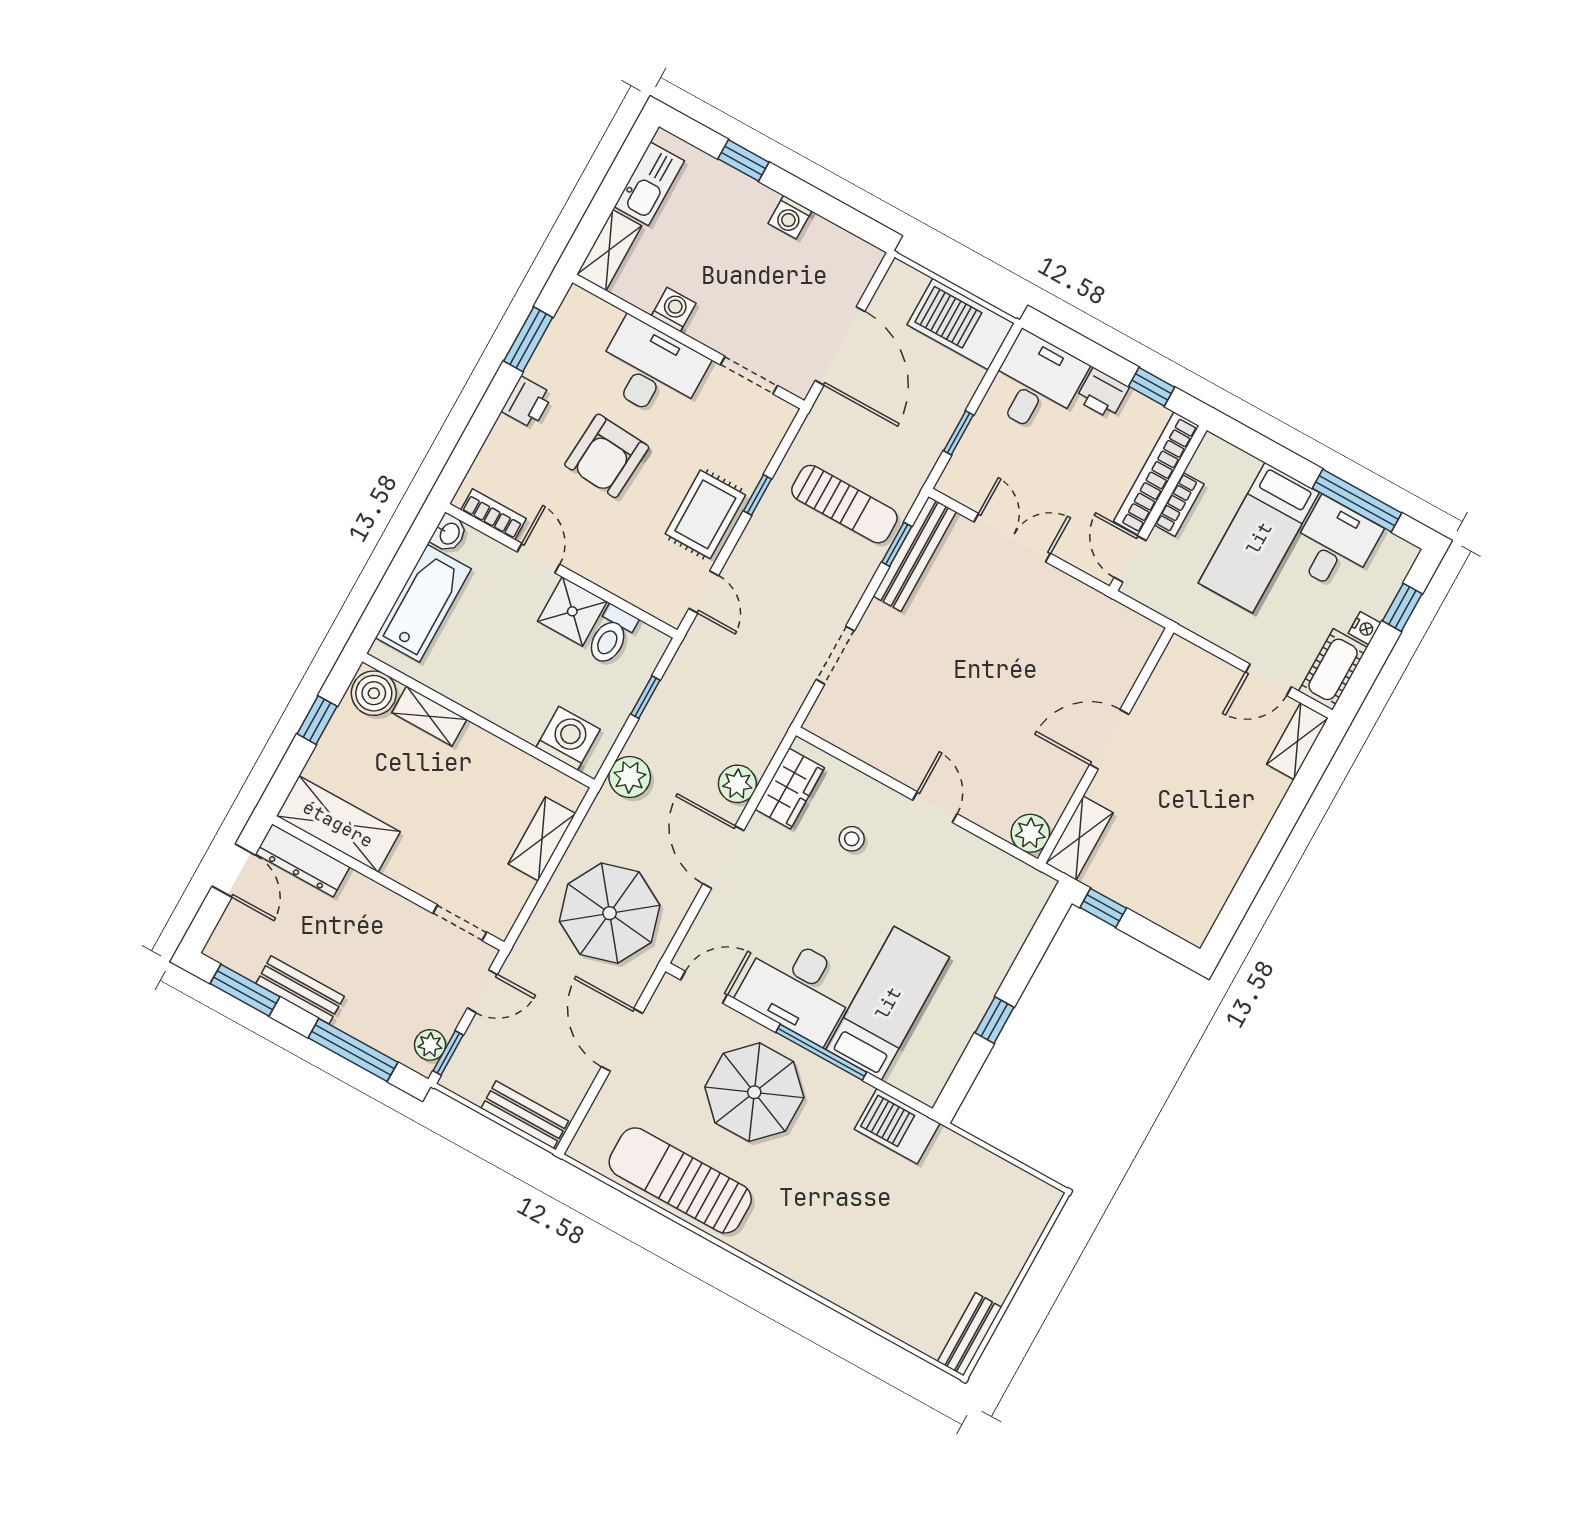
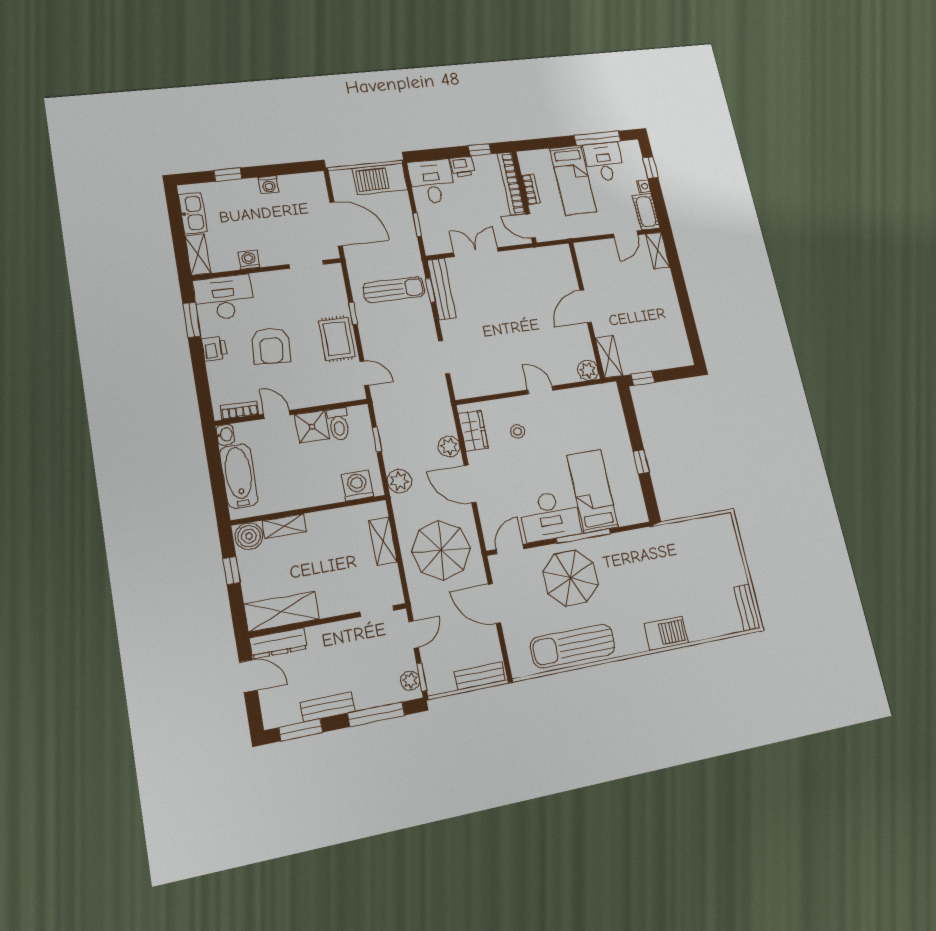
desk: (651, 370) -> (224, 298), moved
barbecue: (897, 1126) -> (666, 633), moved, turned 180

